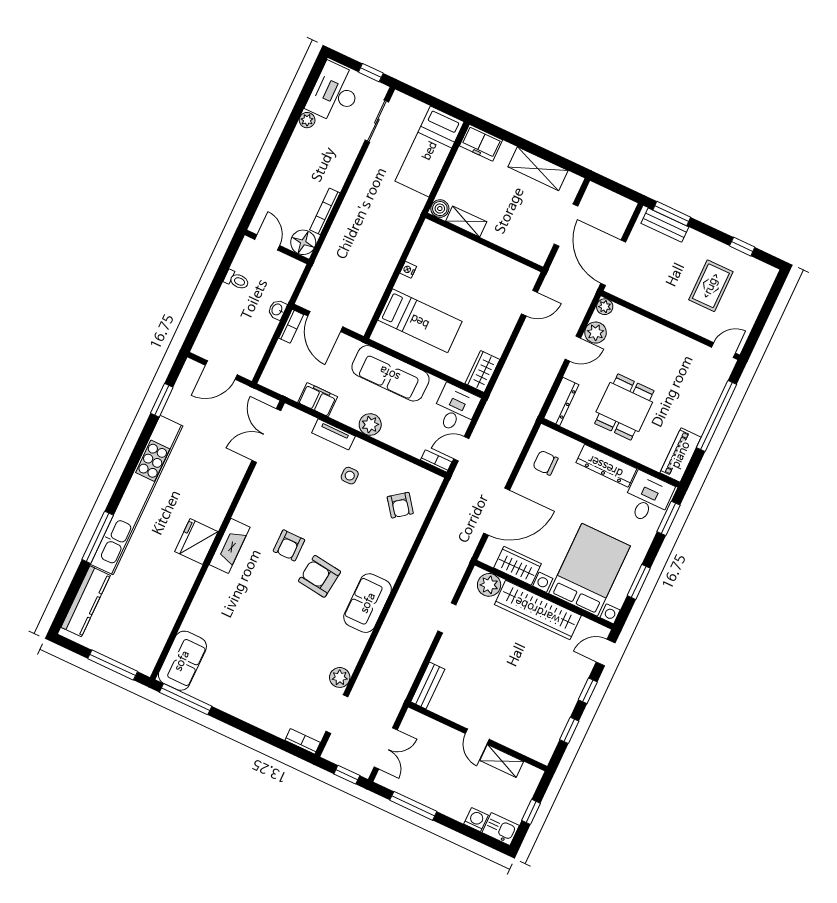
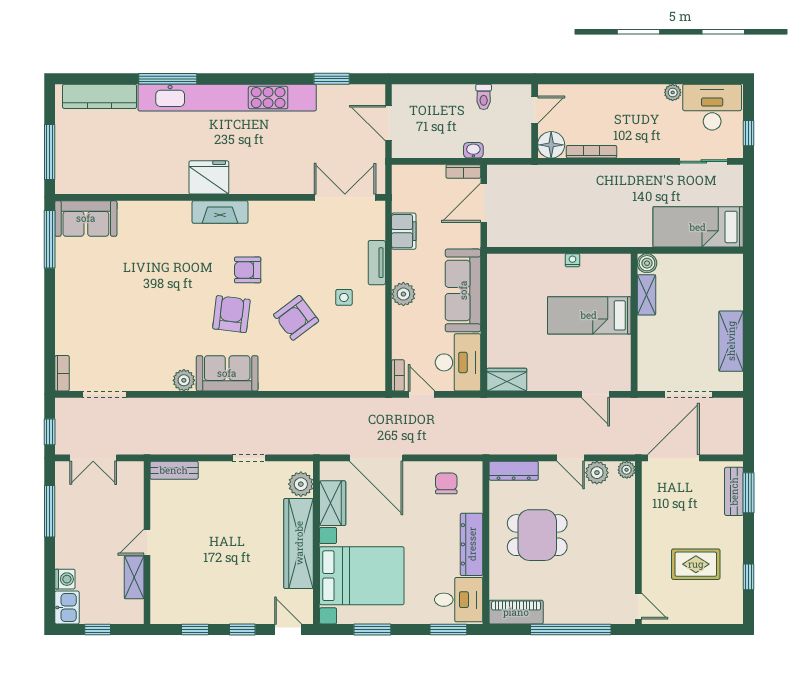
freezer: (481, 143) -> (730, 273), removed
bed: (420, 321) -> (589, 315), moved, turned 90
desk: (455, 409) -> (458, 362), width x1.37
armchair: (400, 505) -> (296, 318), moved, width x1.38, depth x1.38
plant: (340, 677) -> (184, 380), moved

